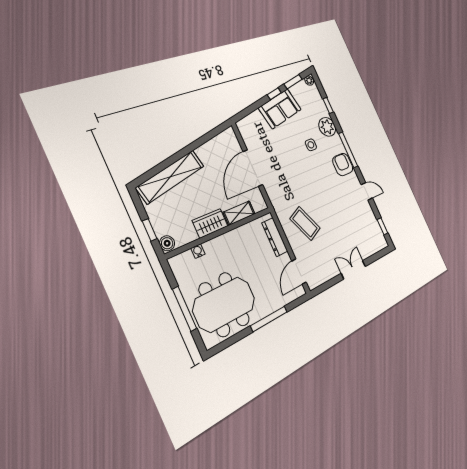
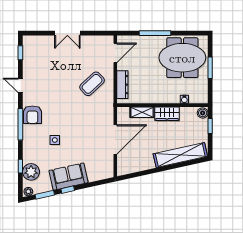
plant: (327, 127) -> (31, 172), moved
coffee table: (305, 224) -> (92, 84), turned 71
window: (184, 309) -> (210, 68), width x0.69

